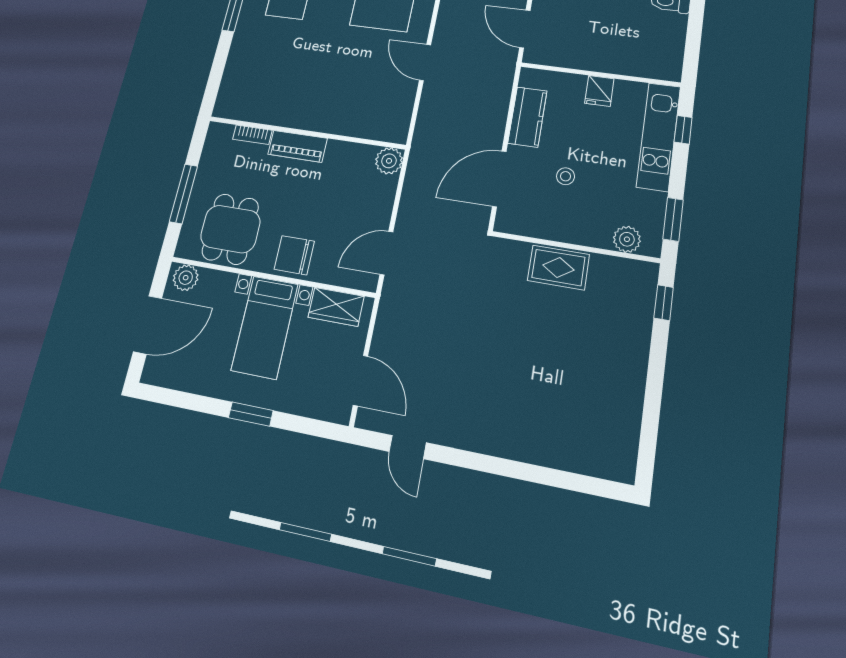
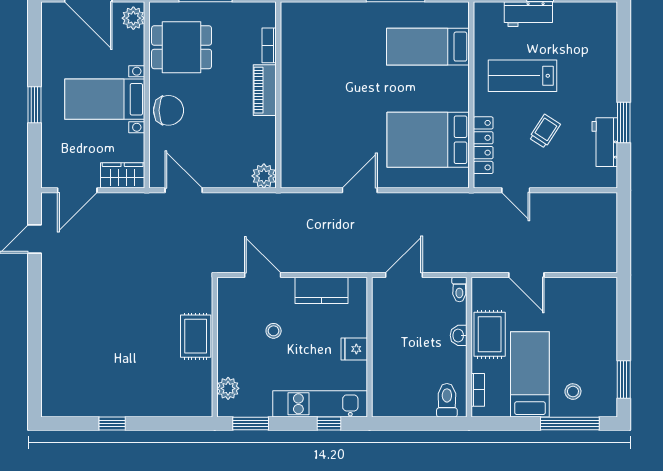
door: (499, 179) -> (263, 275), width x0.73
chair: (294, 255) -> (168, 110), turned 90
window: (664, 303) -> (112, 423), moved
wardrobe: (336, 307) -> (123, 175), moved, turned 90

